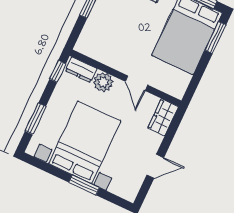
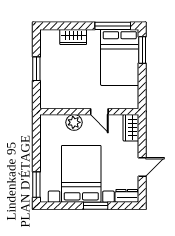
dresser: (81, 70) -> (127, 196), moved, turned 180
window: (58, 71) -> (36, 130), removed
window: (36, 119) -> (36, 185), moved

